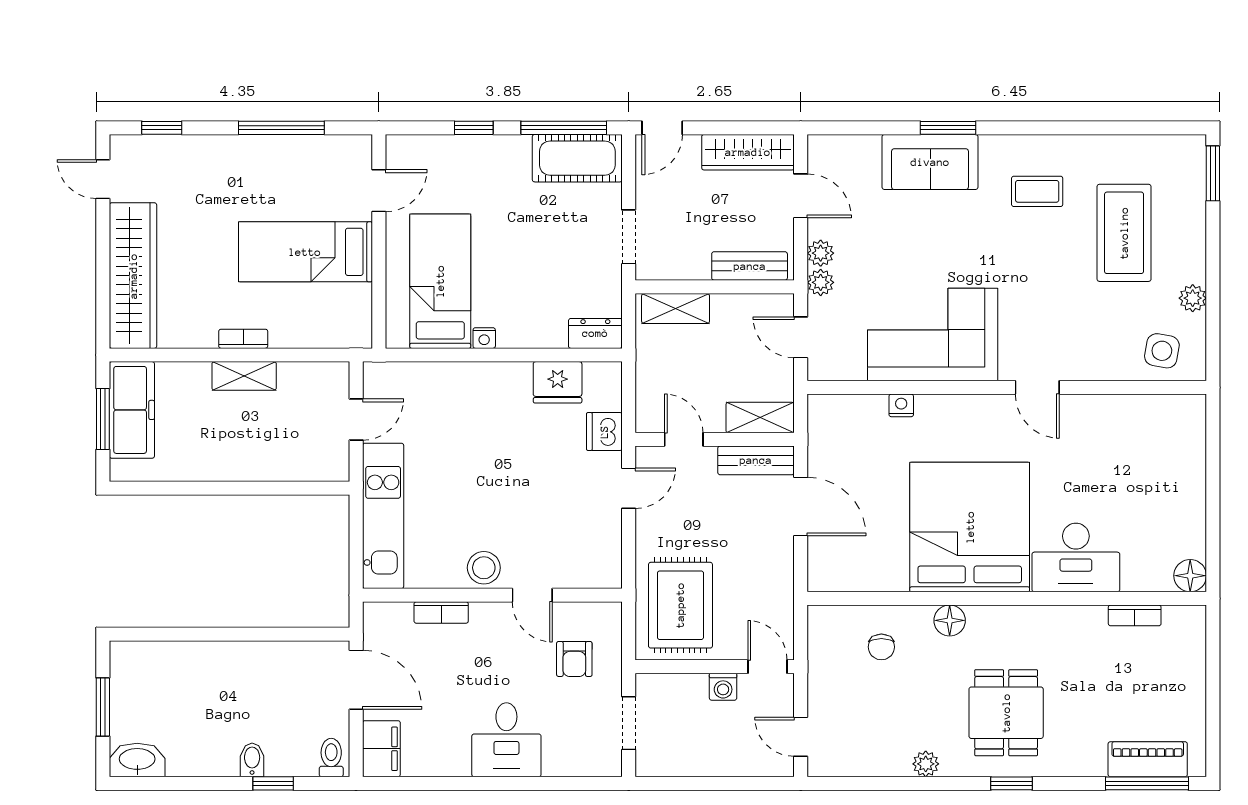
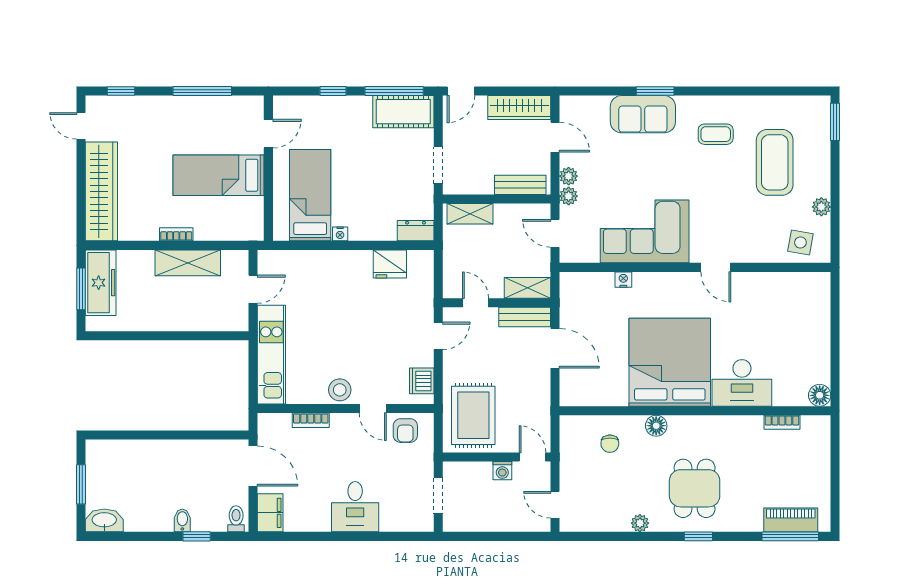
shelving: (244, 376) -> (188, 263), width x1.50, depth x1.33
dishwasher: (604, 432) -> (422, 381), moved
armchair: (574, 659) -> (405, 431), moved

